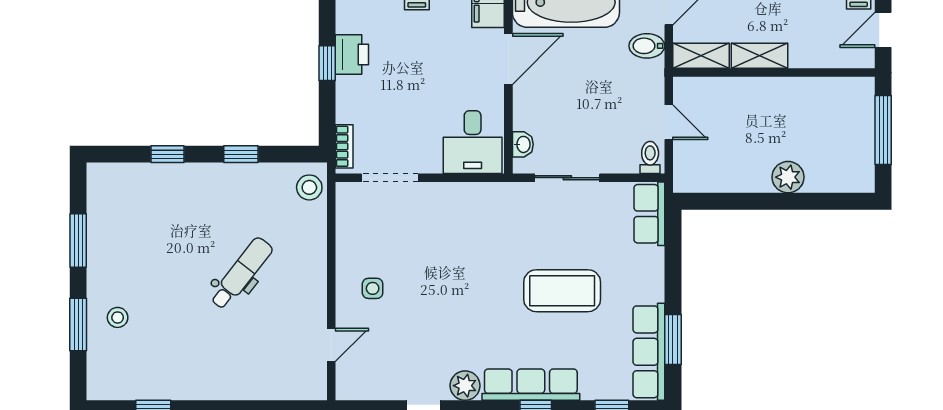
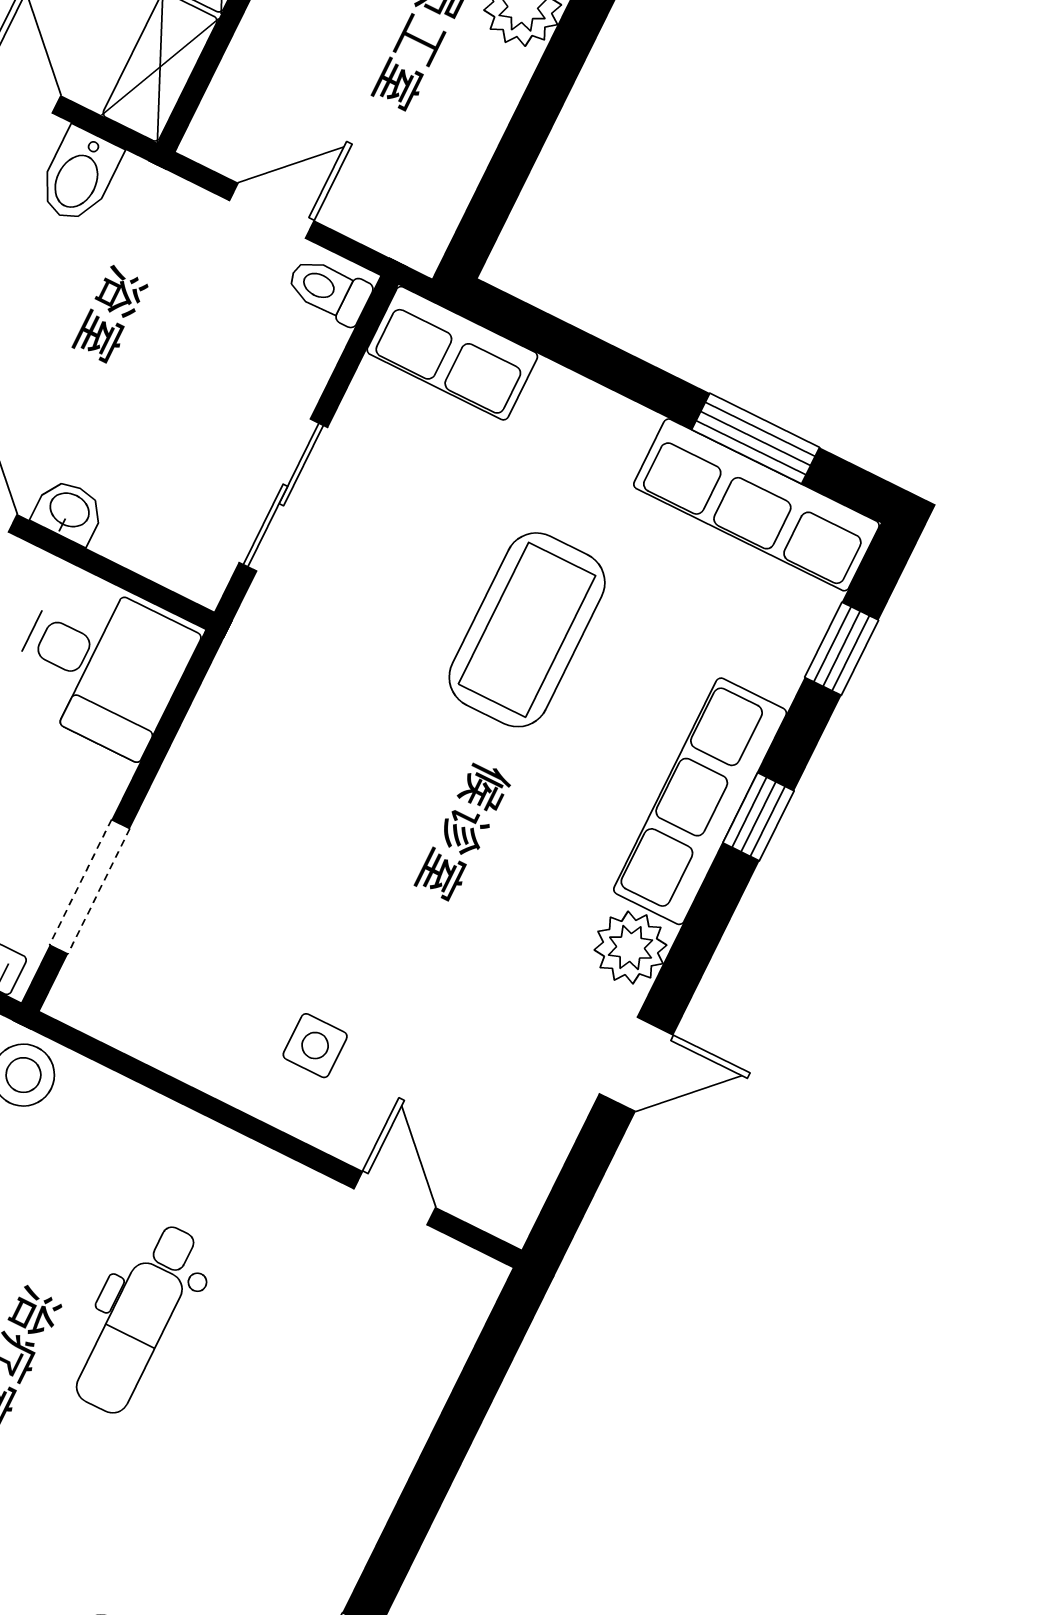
washbasin: (523, 144) -> (69, 511), moved
dental chair: (241, 273) -> (139, 1319), turned -128

